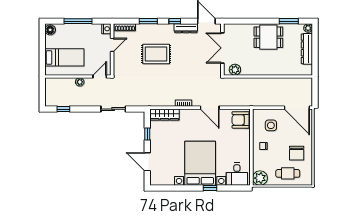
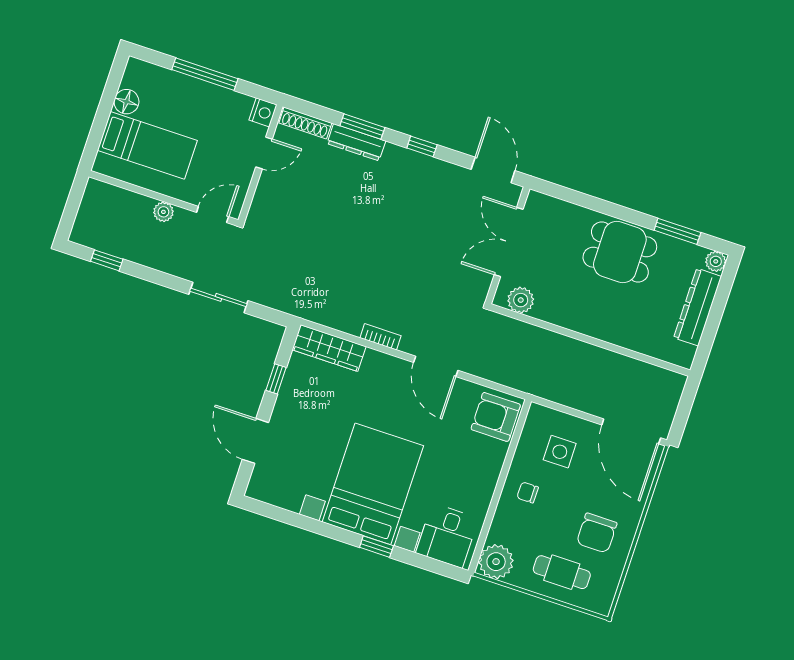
dresser: (186, 28) -> (356, 142), moved
floor lamp: (50, 30) -> (126, 102), moved
rug: (156, 54) -> (356, 206), removed

